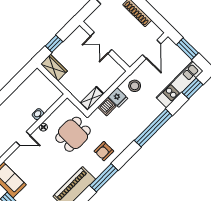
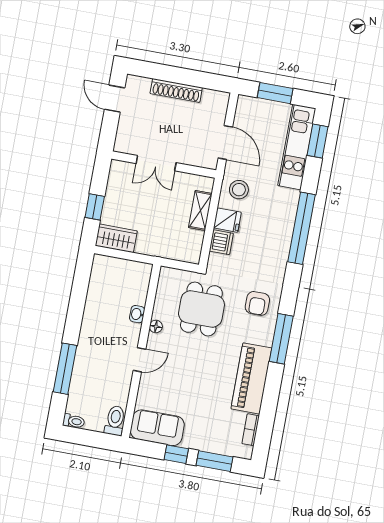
door: (152, 49) -> (225, 142), moved
shelving: (92, 98) -> (200, 210), moved

